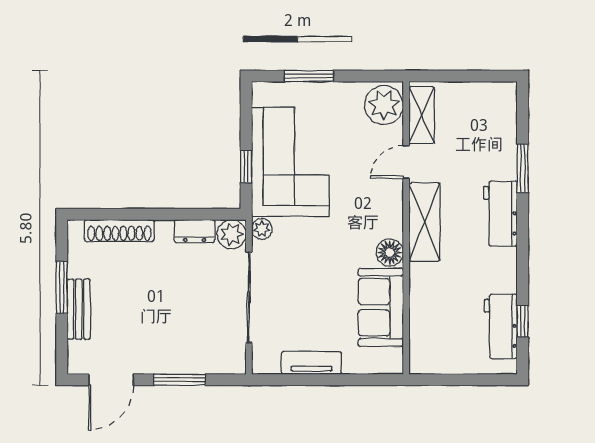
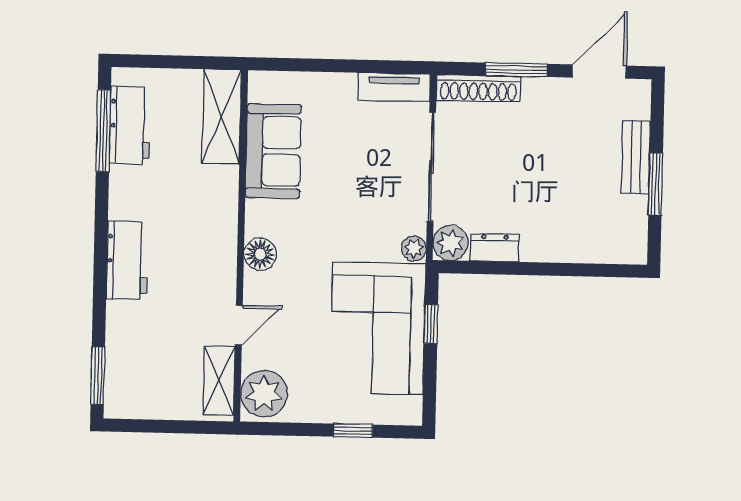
window: (309, 76) -> (353, 431), width x0.67
window: (523, 168) -> (98, 376), moved
shelving: (424, 222) -> (222, 117), moved
shoe rack: (119, 231) -> (478, 88), moved, turned 180
floor lamp: (390, 252) -> (260, 254), moved
window: (523, 321) -> (103, 131), width x2.17
tv unit: (311, 363) -> (394, 87), moved

